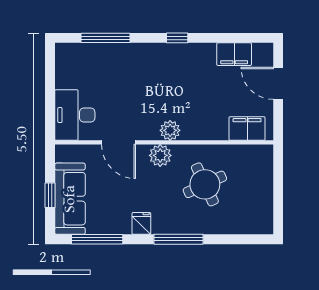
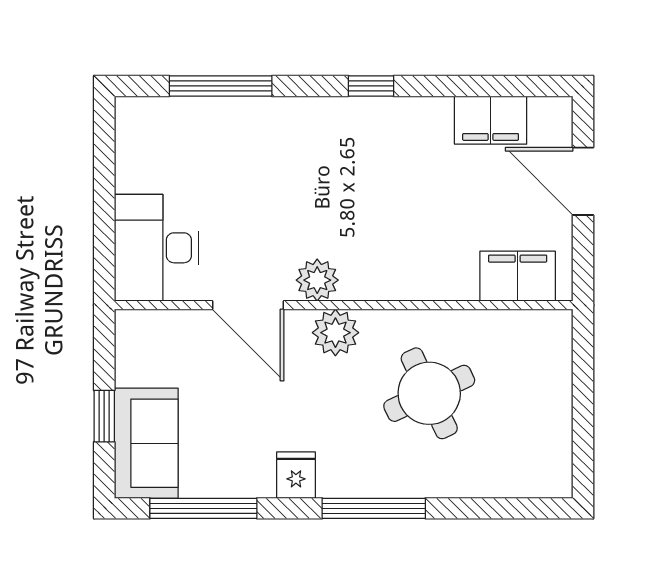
plant: (170, 130) -> (317, 280), moved
sofa: (70, 199) -> (146, 443), width x0.73

